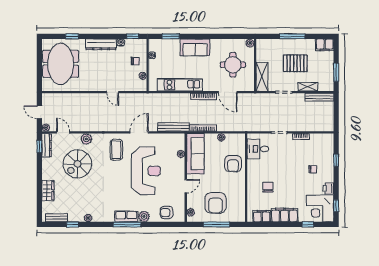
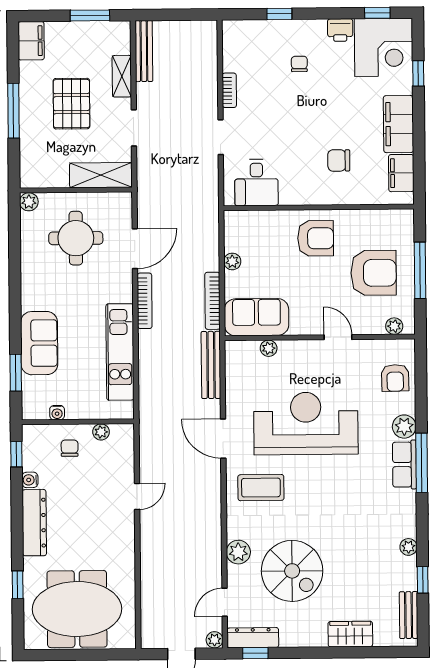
sofa: (195, 47) -> (39, 343), moved
sofa: (195, 154) -> (256, 317), width x0.73
armchair: (233, 164) -> (316, 238), moved

